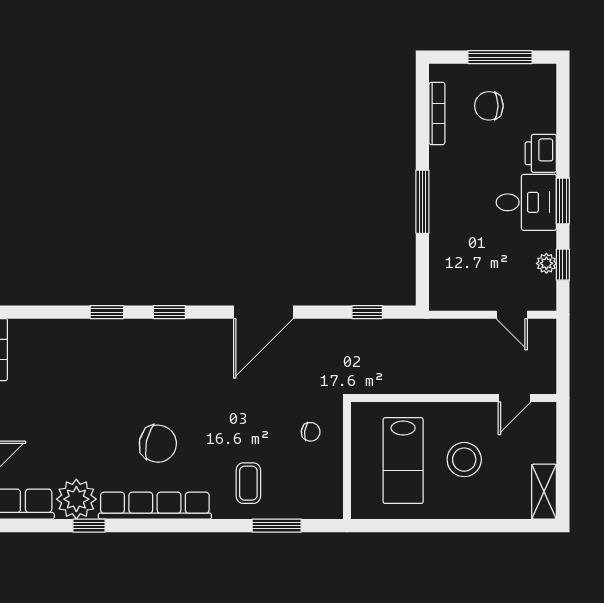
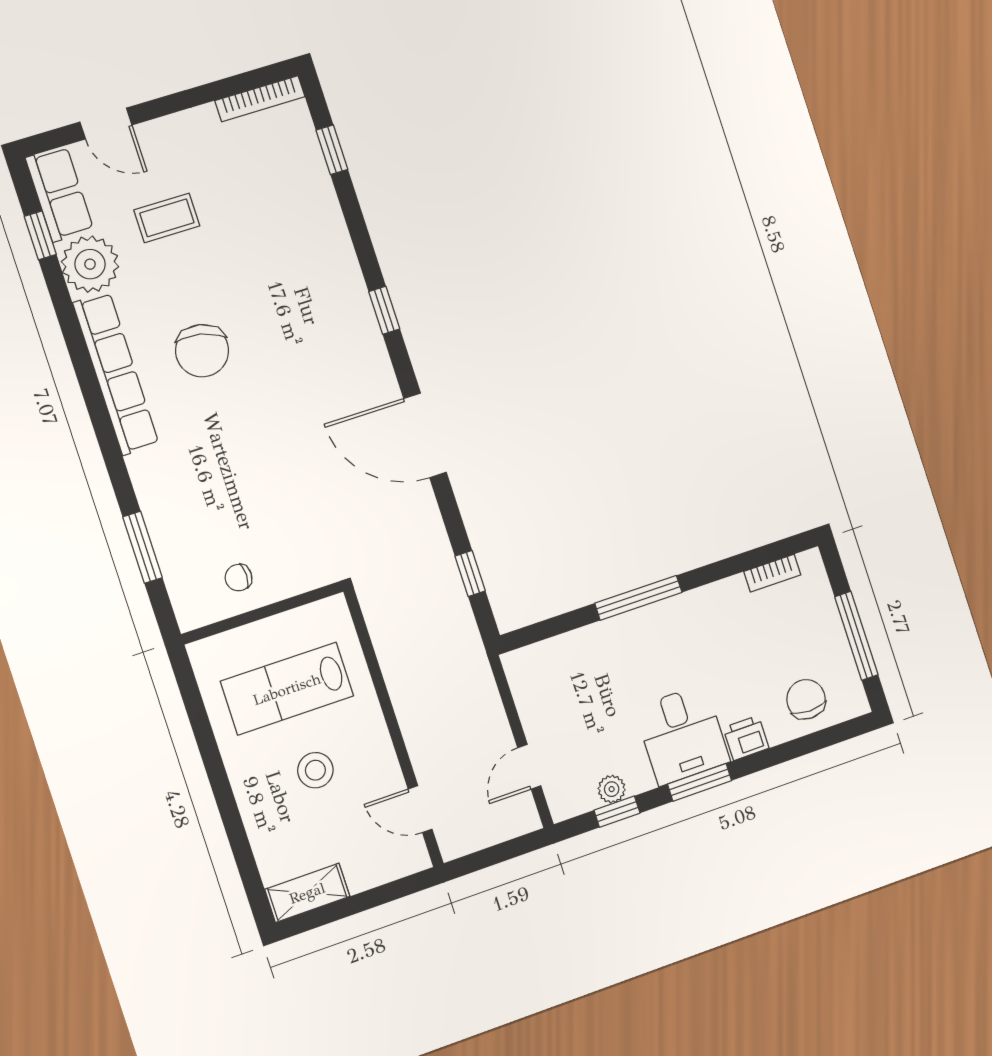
chair: (489, 106) -> (806, 699), moved
bookcase: (437, 113) -> (772, 573), width x0.64
printer: (541, 153) -> (746, 738), width x0.73, depth x0.81
window: (107, 312) -> (332, 150), moved
chair: (311, 432) -> (239, 578), moved, turned 82
stool: (464, 460) -> (315, 770), width x0.73, depth x0.73
coffee table: (248, 483) -> (167, 218), moved
window: (89, 526) -> (40, 235), moved

